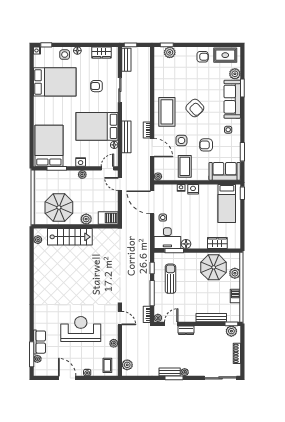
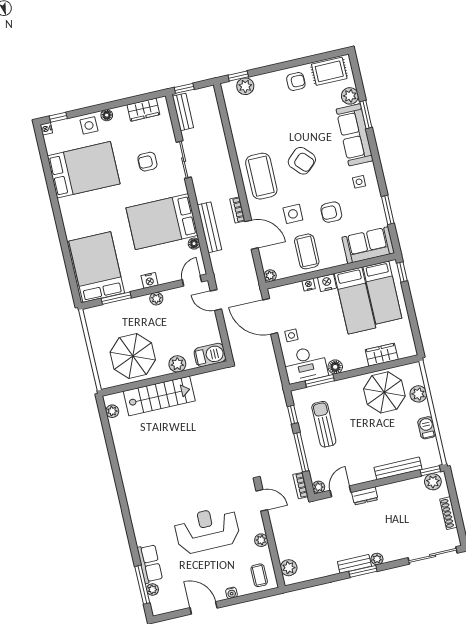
bed: (208, 205) -> (355, 301), added

